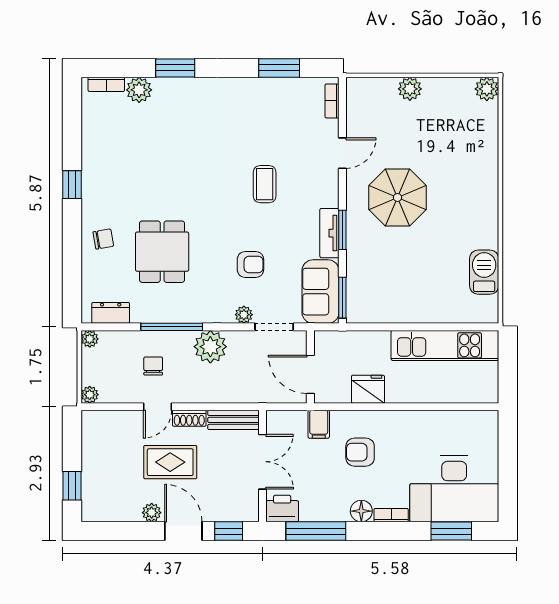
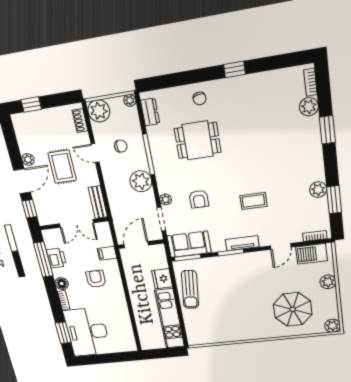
plant: (261, 89) -> (318, 190), added
door: (342, 153) -> (281, 246), hinge flipped
parasol: (397, 197) -> (293, 309), moved
tv unit: (329, 233) -> (242, 243), moved
barbecue: (484, 272) -> (311, 254), moved, turned 180
sun lounger: (397, 303) -> (190, 289), added
fridge: (368, 389) -> (162, 279), moved, turned 180
plant: (90, 395) -> (99, 111), width x1.88, depth x1.88
shoe rack: (189, 418) -> (80, 121), moved
printer: (282, 509) -> (56, 258), moved

